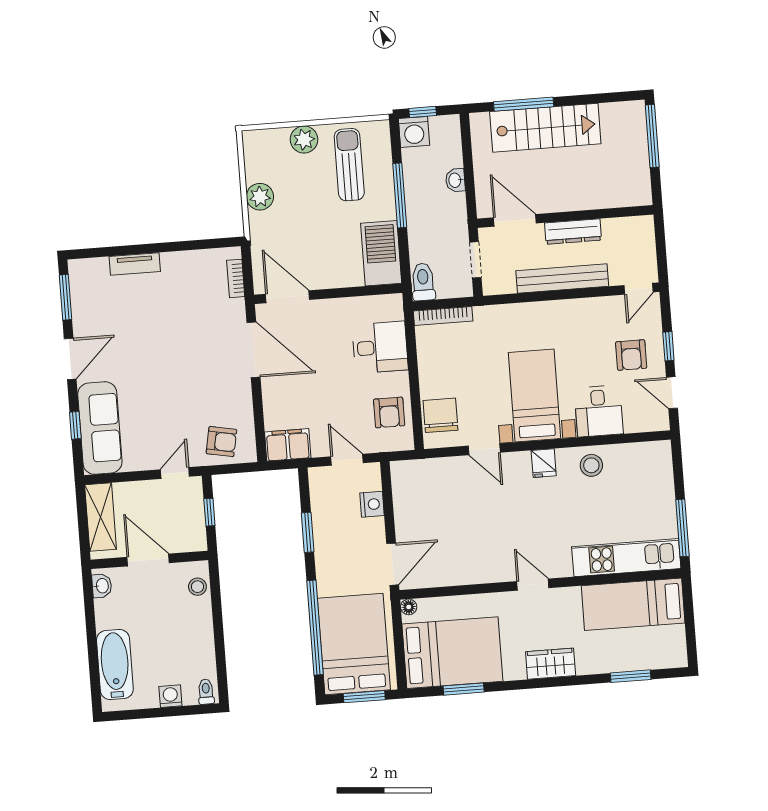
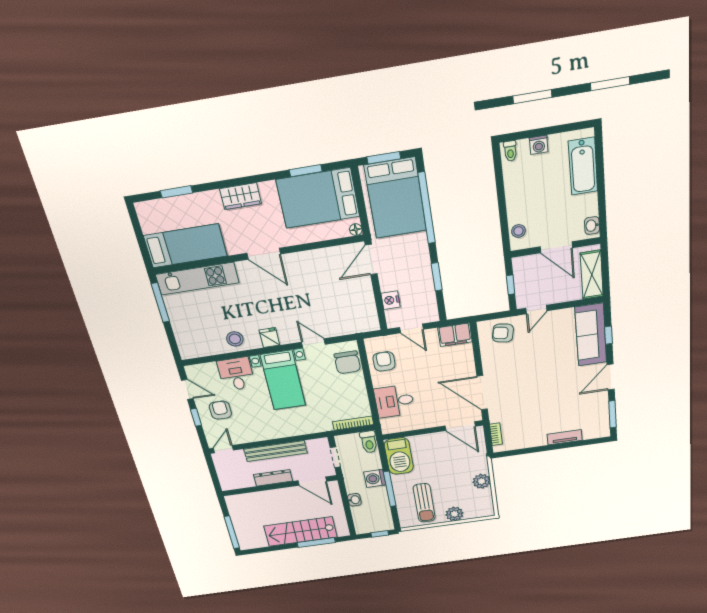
washing machine: (414, 132) -> (375, 478), moved, turned -90
door: (533, 585) -> (264, 254), width x1.38

